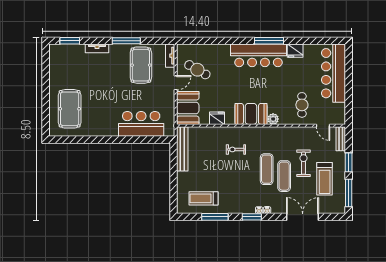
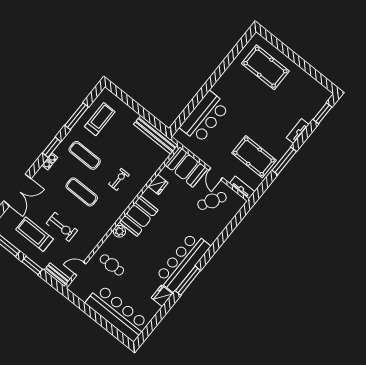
exercise mat: (284, 176) -> (85, 155), moved

